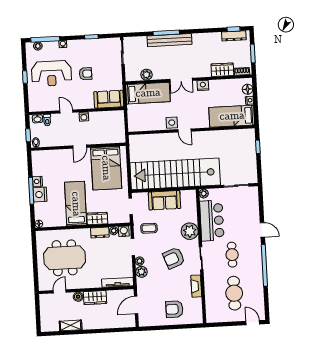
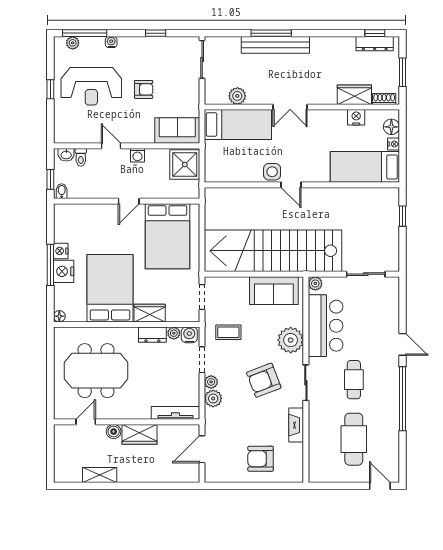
nightstand: (203, 85) -> (356, 117), moved
shower: (115, 121) -> (185, 165), added
sofa: (164, 200) -> (274, 291), moved
bed: (76, 204) -> (110, 288), width x1.50

